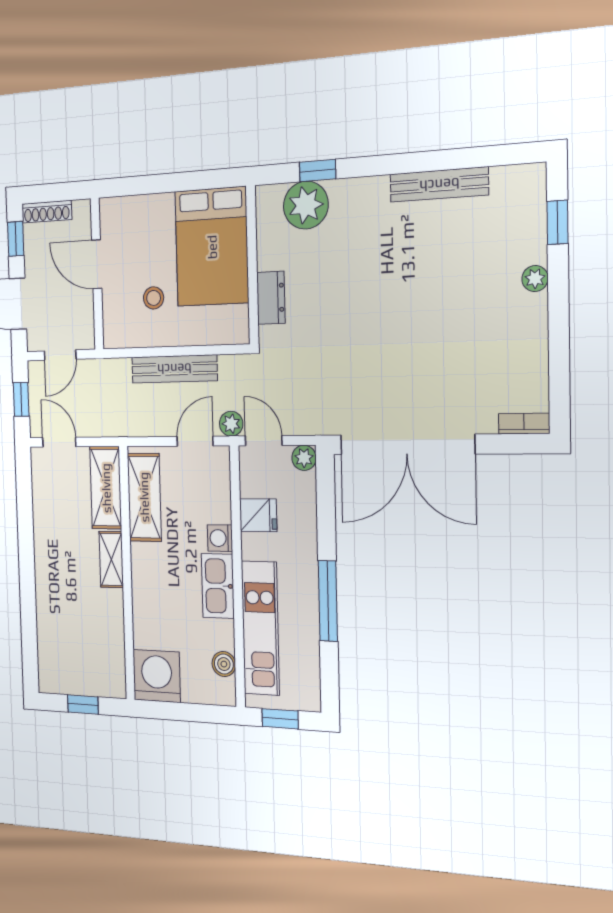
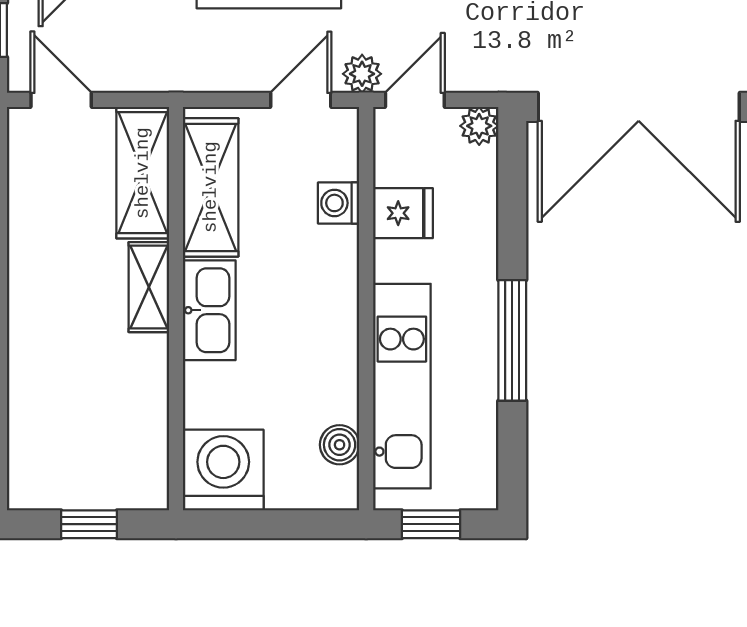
door: (264, 441) -> (415, 100), hinge flipped
washing machine: (220, 538) -> (339, 203), moved
kitchen sink: (218, 586) -> (209, 310), moved, turned 180

